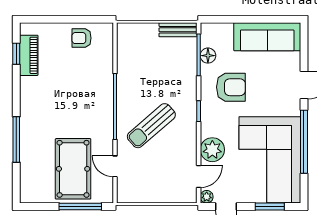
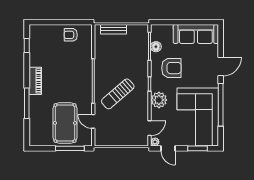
bench: (178, 30) -> (114, 29), moved
piano: (29, 55) -> (35, 81), moved
plant: (212, 150) -> (159, 100), moved

